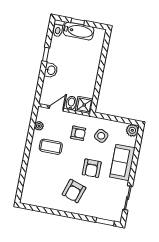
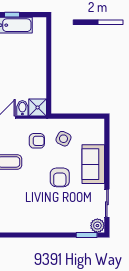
plant: (132, 130) -> (97, 226), moved
armchair: (74, 191) -> (45, 207), removed

